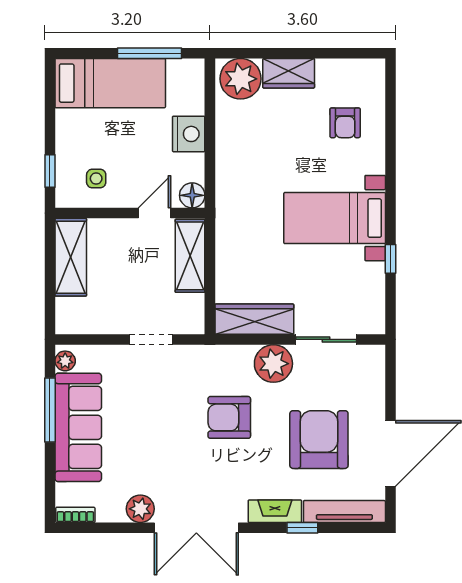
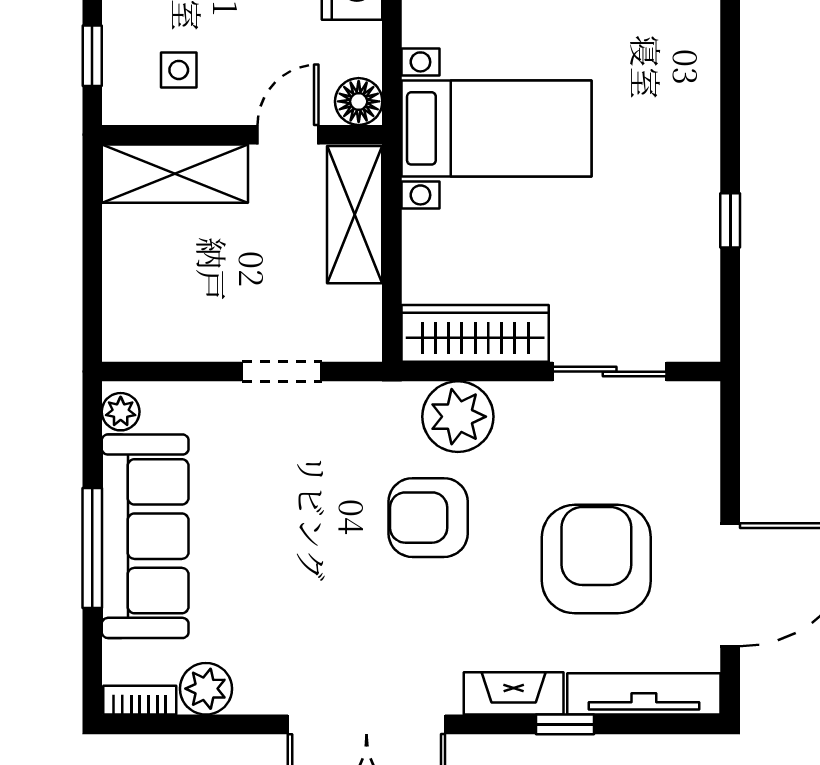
bed with nightstands: (335, 218) -> (496, 128), moved, turned 180
shelving: (71, 257) -> (175, 174), moved, turned 90
plant: (273, 364) -> (458, 417), moved
window: (50, 410) -> (92, 548), moved
plant: (140, 509) -> (206, 689), moved

